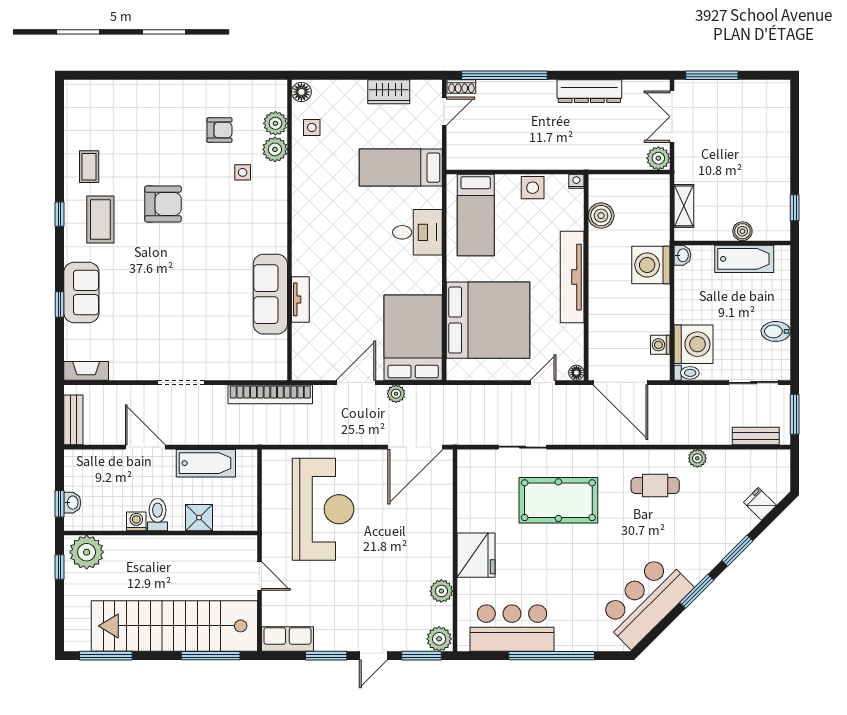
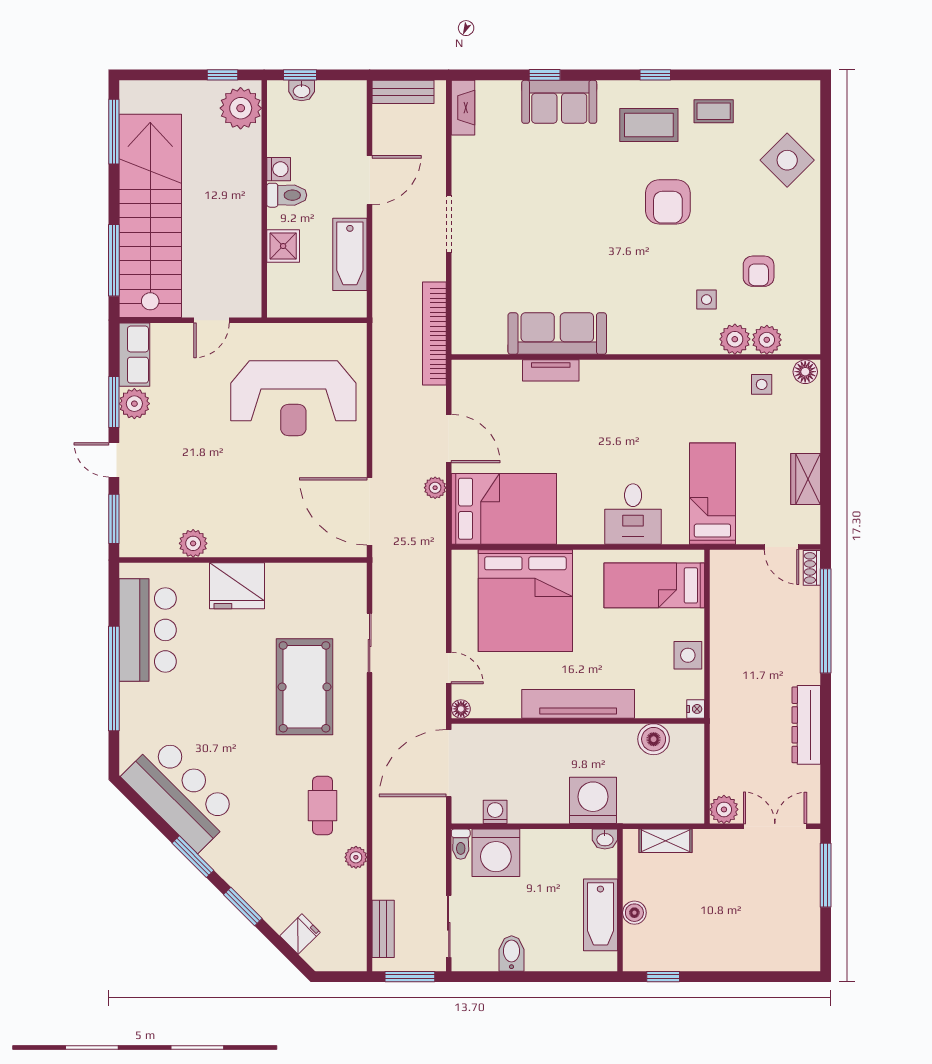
side table: (129, 107) -> (787, 160), added
plant: (439, 639) -> (134, 404), moved

